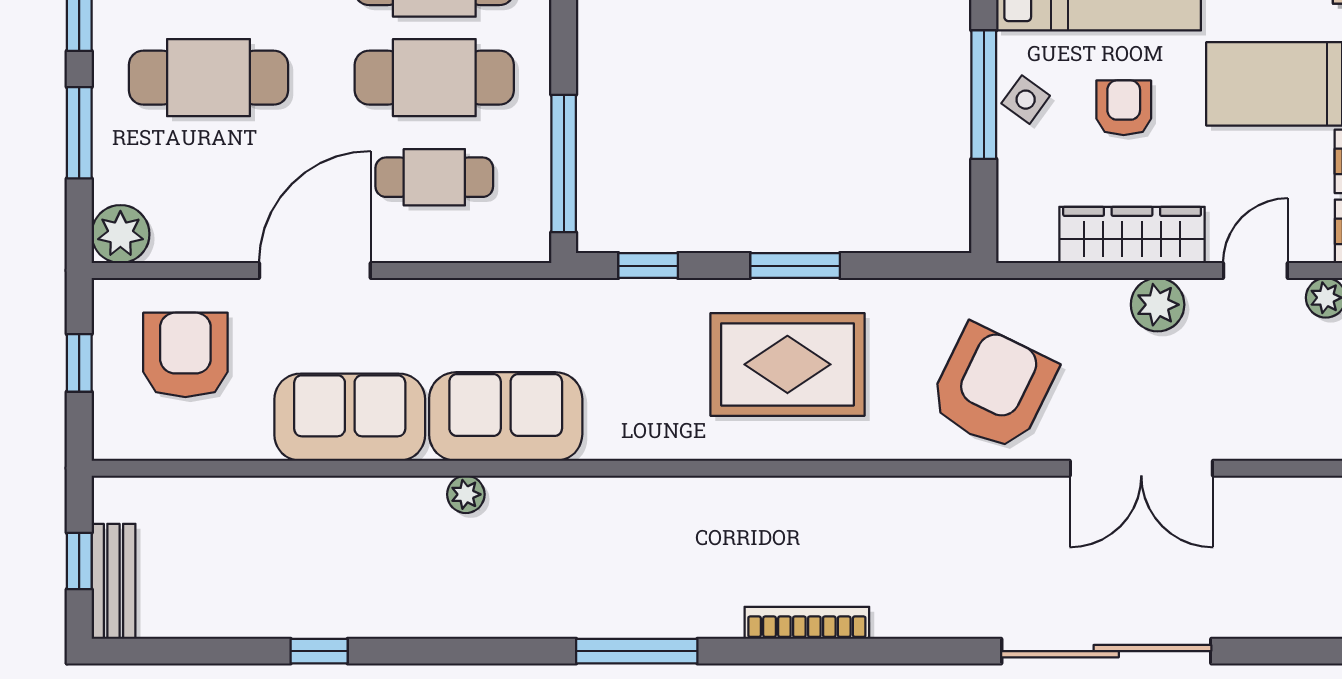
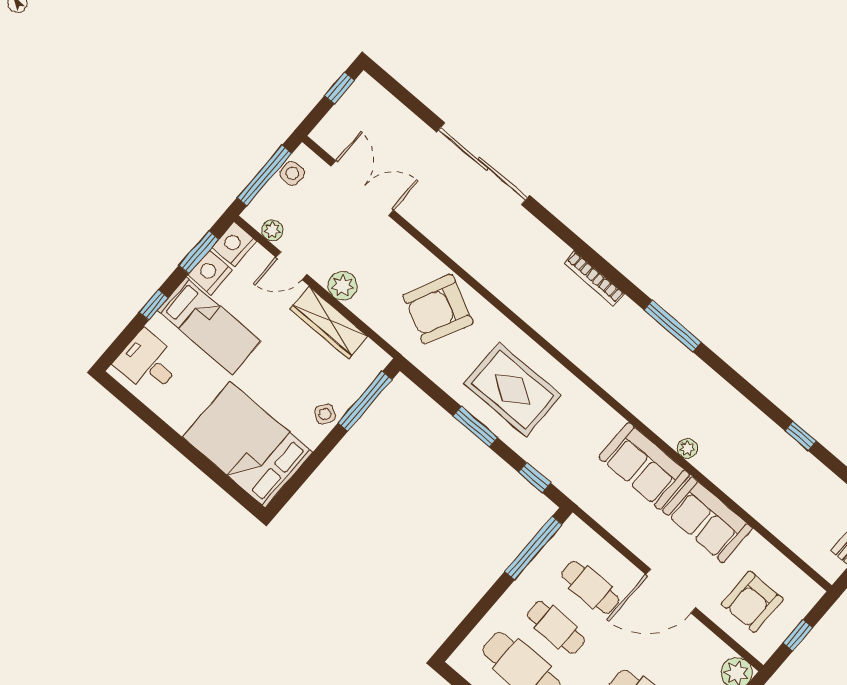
cafe table: (434, 78) -> (556, 627), width x0.73, depth x0.74
window: (984, 95) -> (365, 401), moved
armchair: (1124, 108) -> (288, 377), removed
double door: (1141, 468) -> (362, 188), moved

